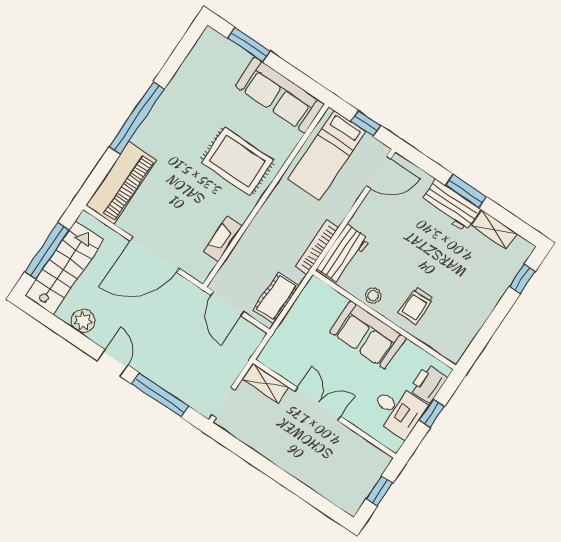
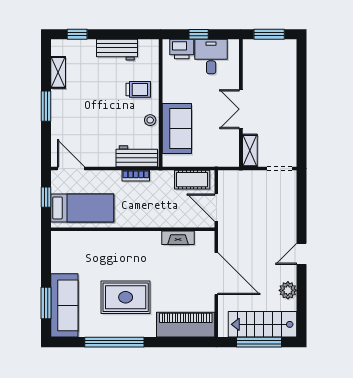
sofa: (280, 95) -> (64, 305), moved
window: (137, 118) -> (114, 342), moved
rug: (237, 161) -> (126, 297), moved, turned 90
workbench: (450, 205) -> (117, 50), moved, turned 90
bookcase: (317, 247) -> (136, 176), width x0.64
door: (227, 304) -> (216, 208), swing flipped
sofa: (368, 335) -> (177, 129), moved
window: (160, 395) -> (301, 211), removed
window: (379, 491) -> (269, 34), width x1.50

